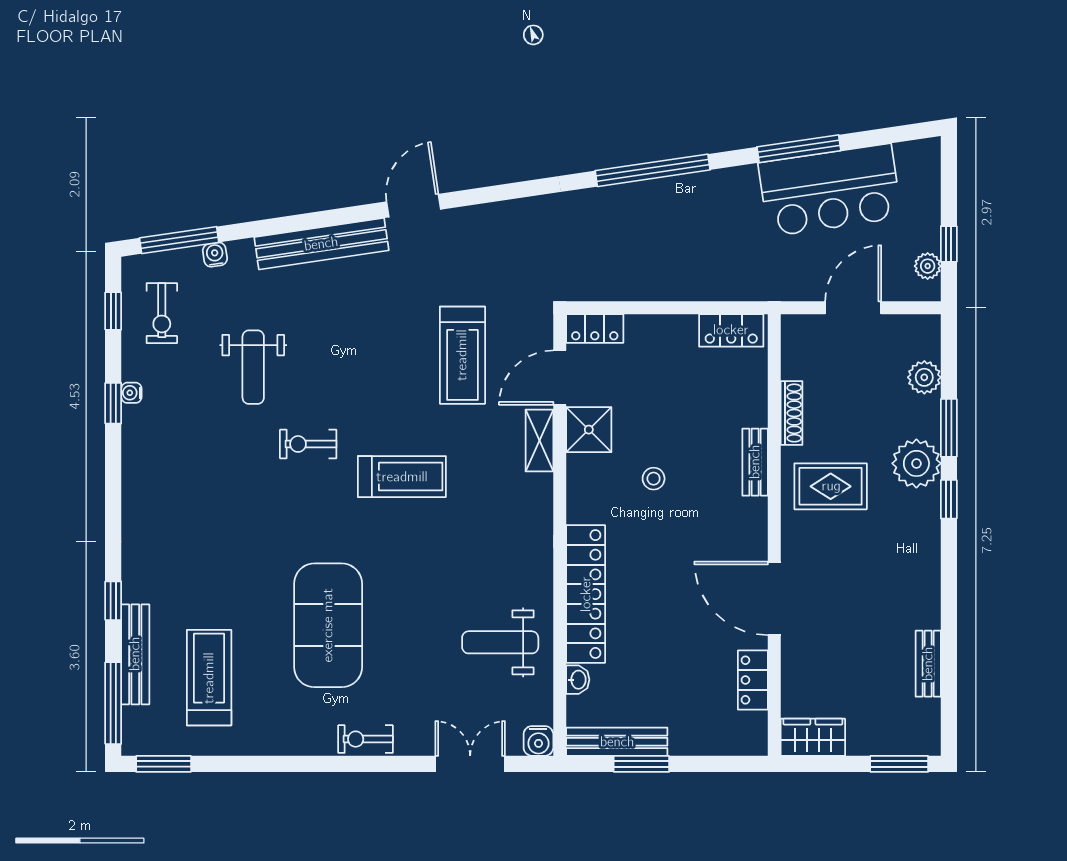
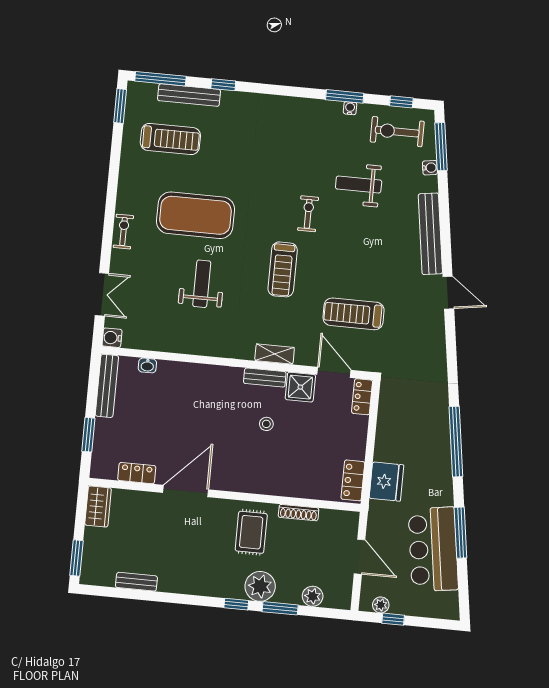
fridge: (728, 276) -> (386, 482), added
exercise bike: (162, 313) -> (397, 132), width x1.38, depth x1.39
window: (113, 403) -> (345, 96), width x1.50
shelving: (539, 440) -> (275, 354), moved
bench: (755, 462) -> (265, 378), moved
locker: (586, 594) -> (199, 375), removed
weight bench: (500, 642) -> (202, 284), moved
window: (641, 764) -> (88, 435), moved

